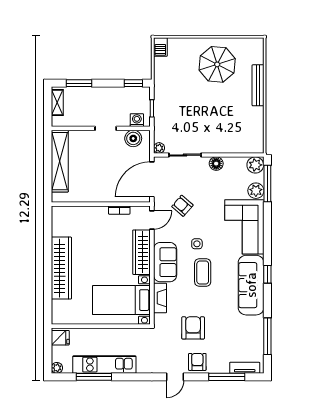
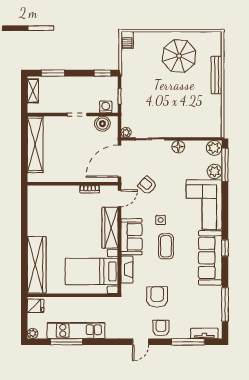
wardrobe: (61, 268) -> (37, 265), moved

